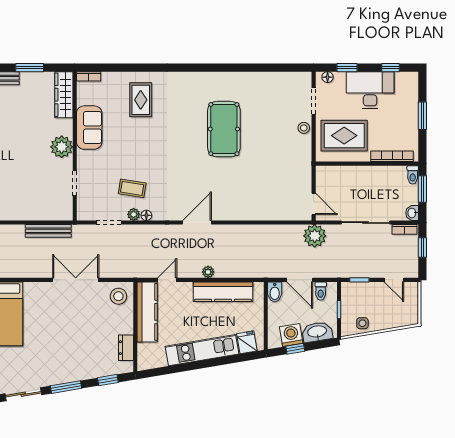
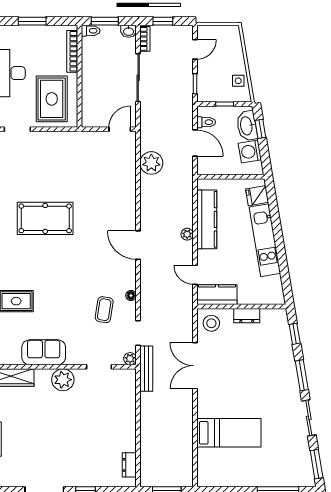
stool: (304, 128) -> (44, 139), removed
plant: (134, 214) -> (130, 359), moved
bench: (48, 231) -> (146, 369), moved
plant: (315, 236) -> (151, 163), moved
door: (300, 280) -> (195, 143), hinge flipped
bidet: (275, 292) -> (207, 168), removed
kitchen counter: (147, 312) -> (217, 295), width x0.67
dresser: (126, 348) -> (247, 316), moved
window: (295, 349) -> (260, 129), moved

